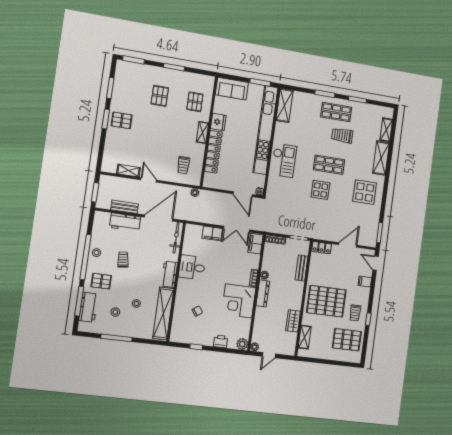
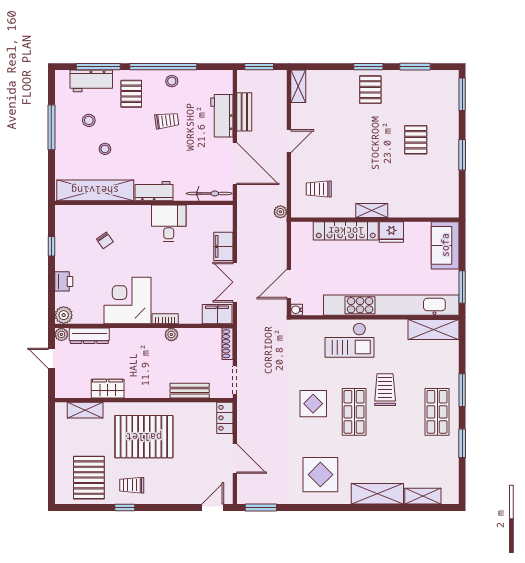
pallet: (160, 96) -> (416, 140), turned 90
pallet: (195, 102) -> (416, 193), removed
trolley: (342, 135) -> (385, 390), moved
shelving: (128, 171) -> (298, 86), moved
filing cabinet: (365, 282) -> (182, 494), removed
dresser: (263, 293) -> (89, 336), moved
pallet: (326, 301) -> (144, 437), turned 90

